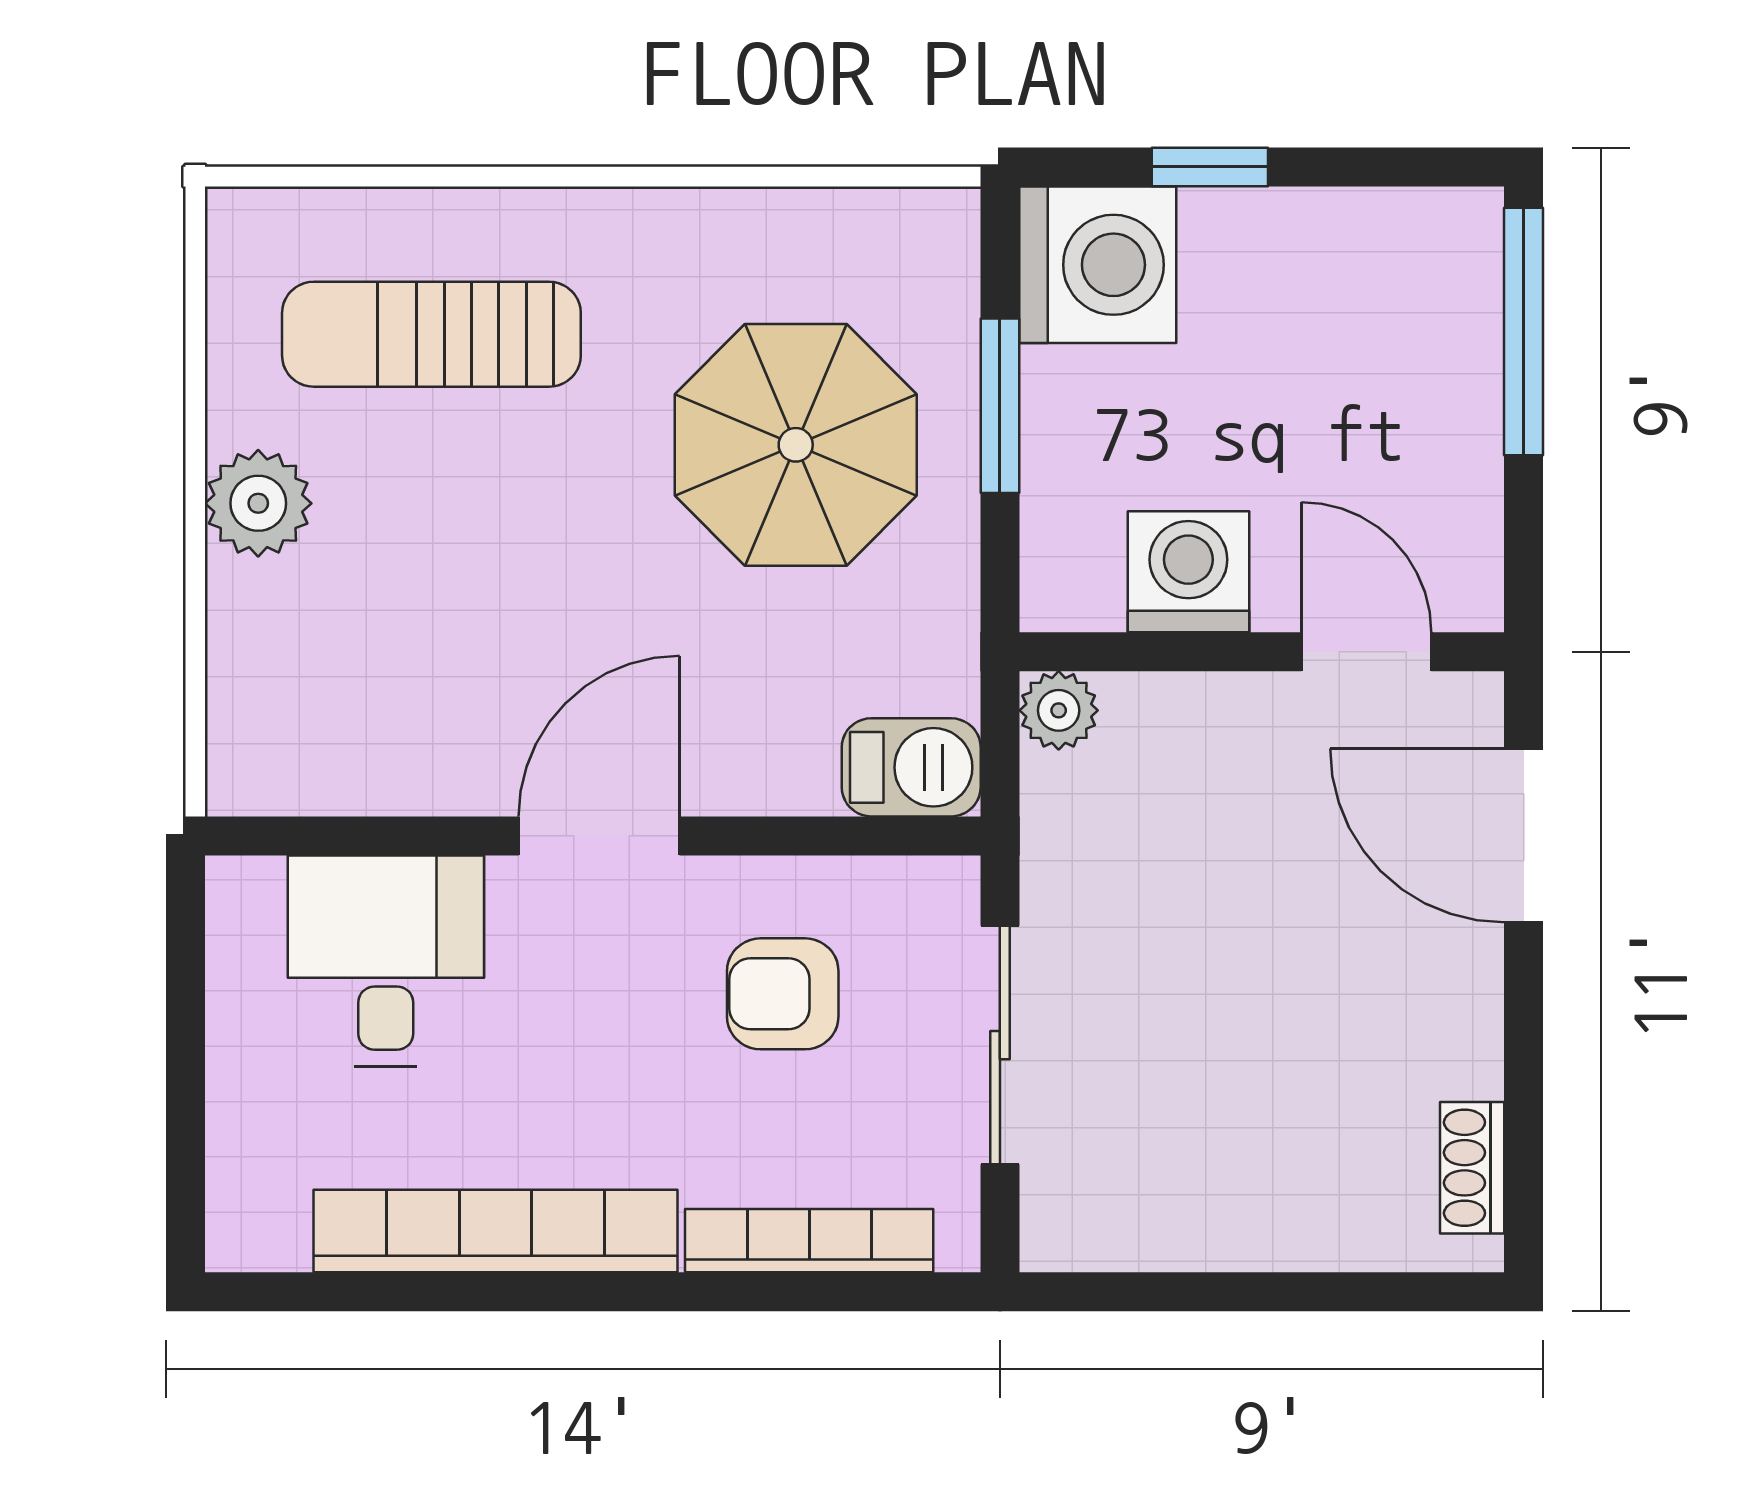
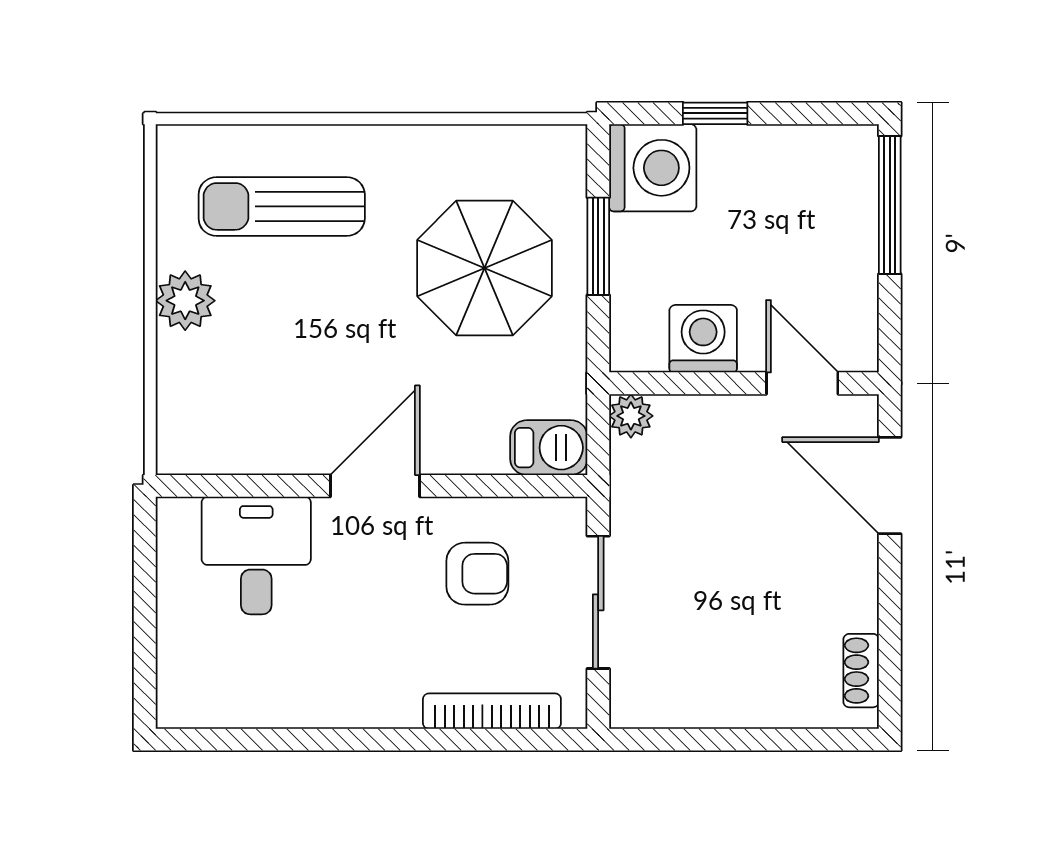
armchair: (783, 994) -> (477, 574), turned 180
bookcase: (495, 1231) -> (317, 706), removed

